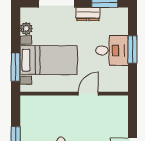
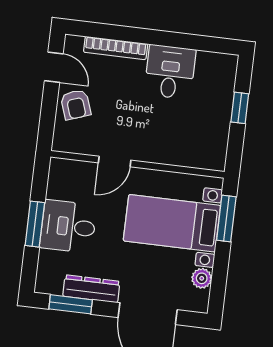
dresser: (88, 14) -> (91, 289), width x1.44
armchair: (116, 126) -> (76, 105), added

